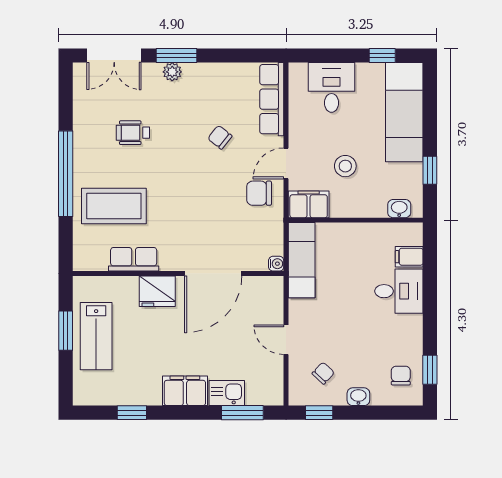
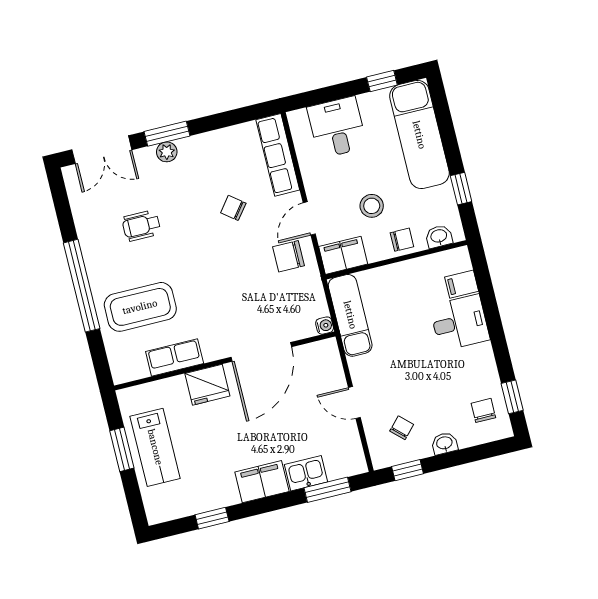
chair: (365, 203) -> (402, 240), added

